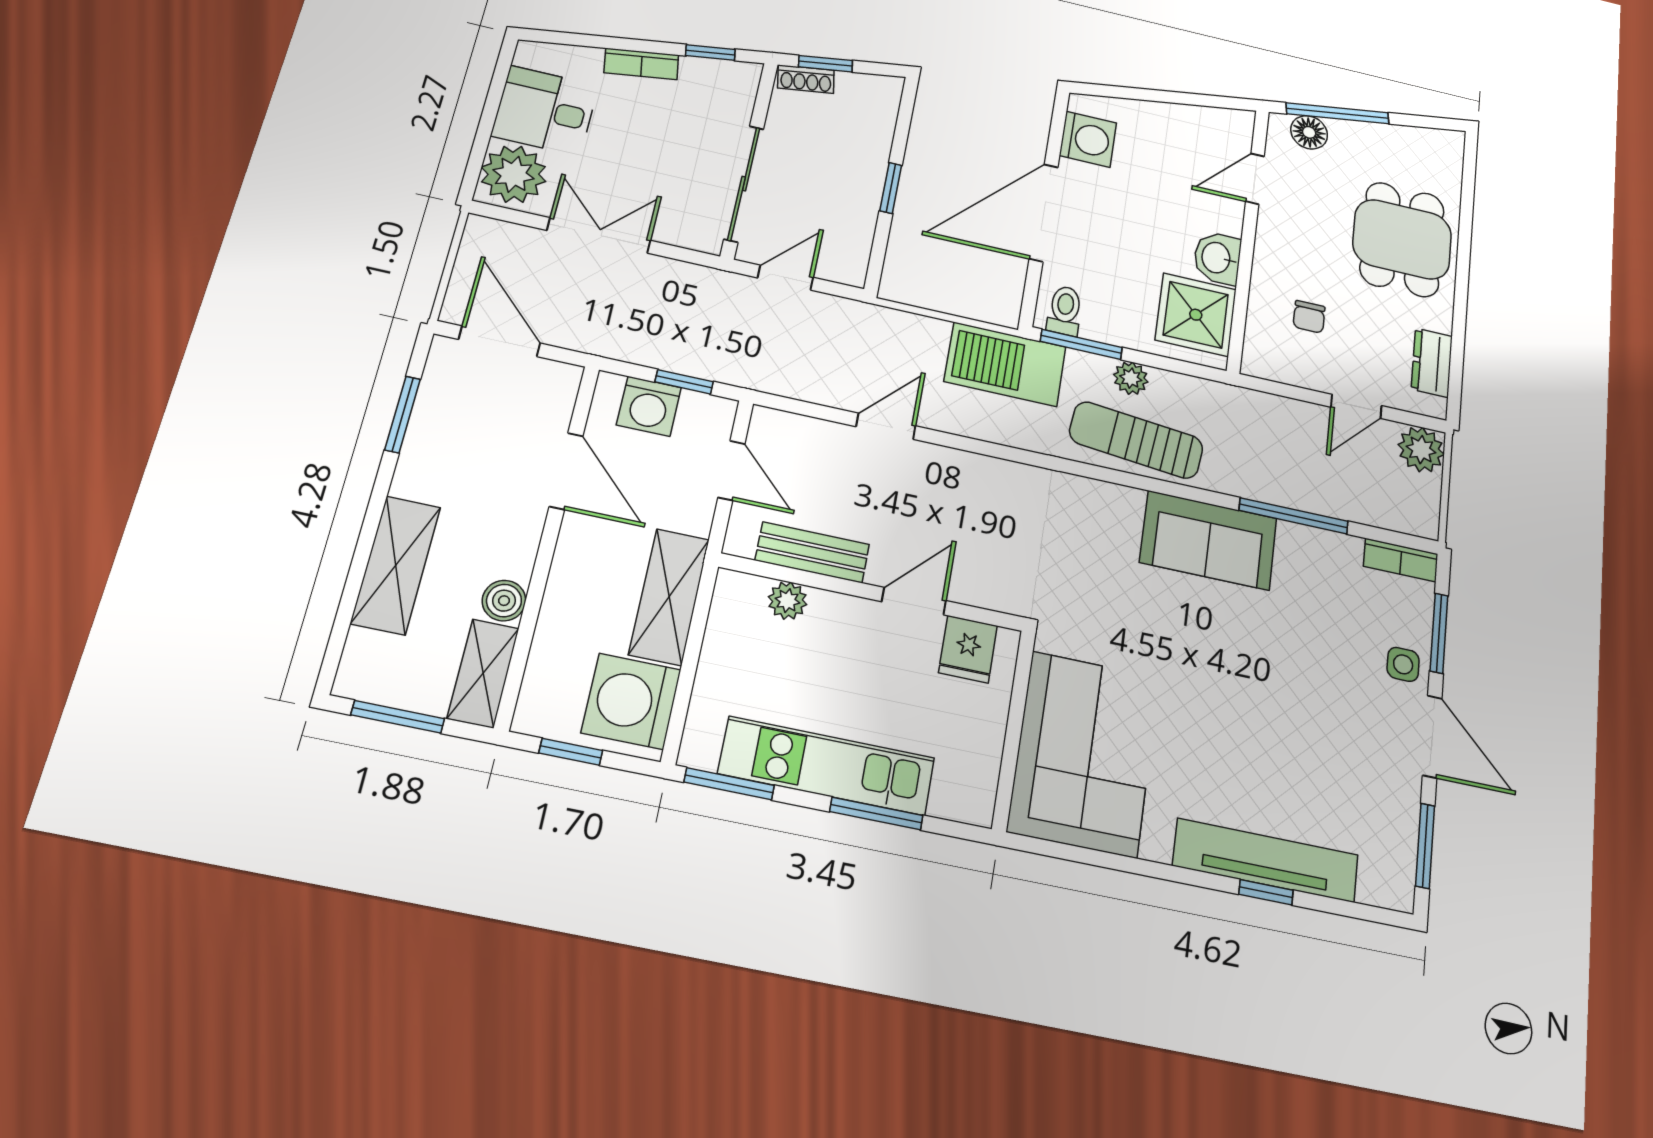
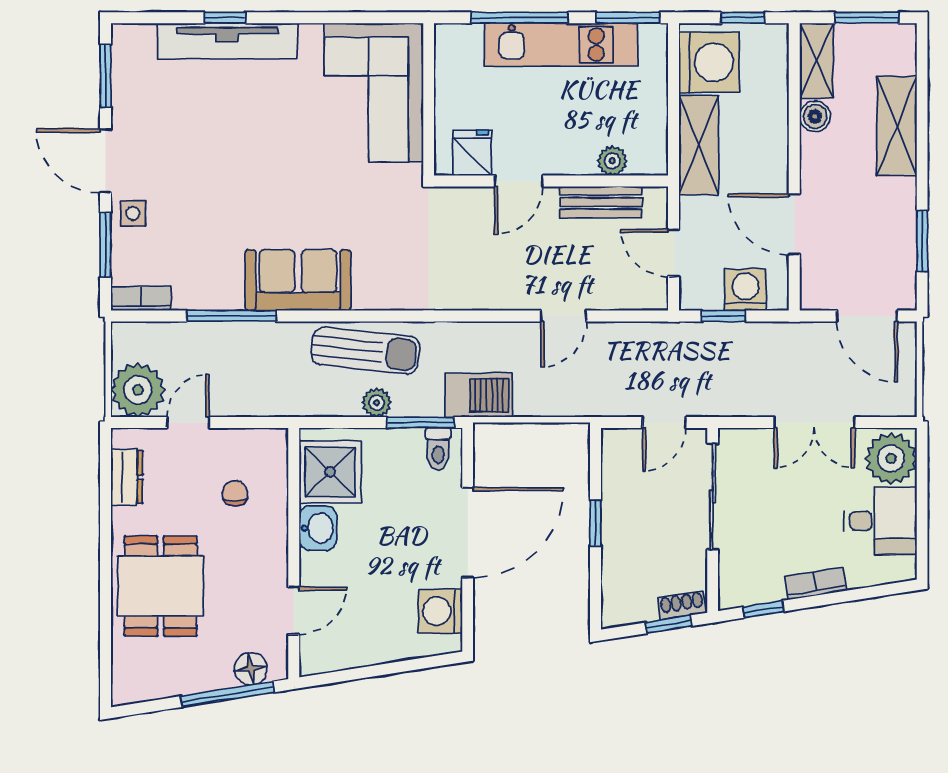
barbecue: (1005, 364) -> (479, 395), width x0.73, depth x0.83
plant: (1421, 450) -> (138, 390), width x1.36, depth x1.36
window: (876, 813) -> (519, 18), width x1.44

